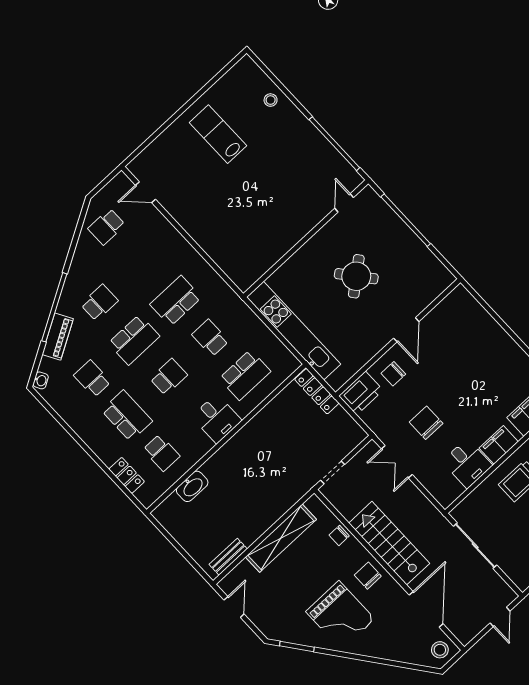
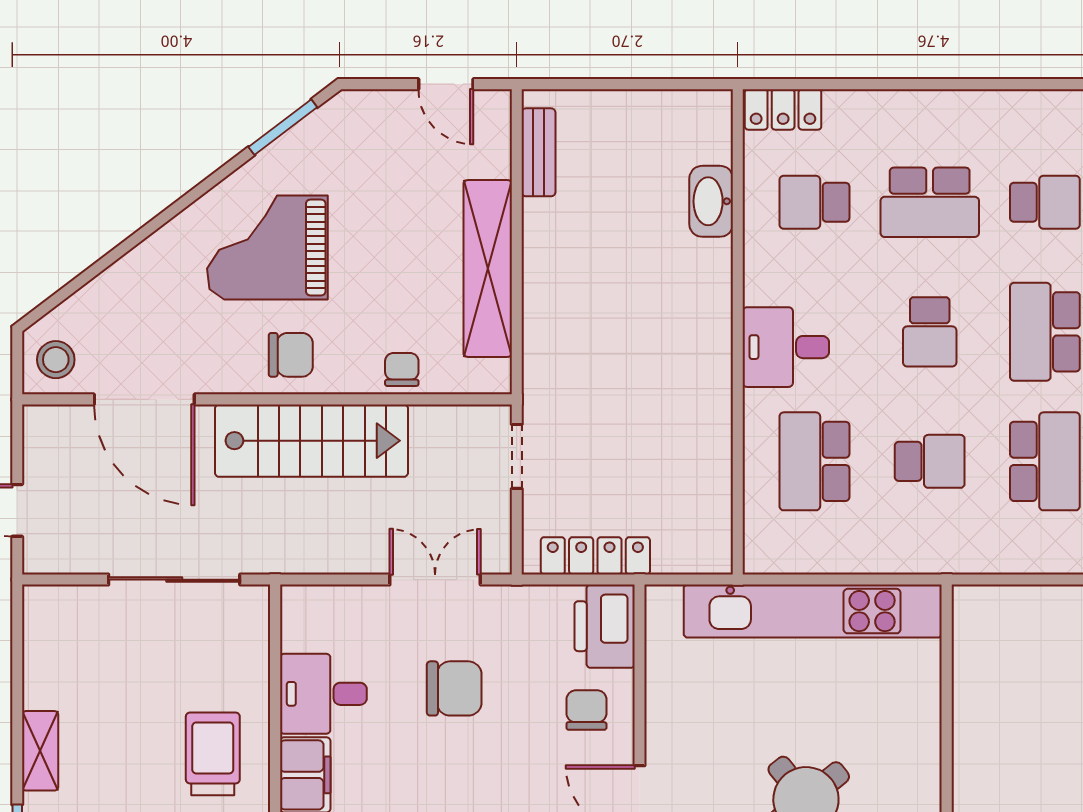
locker: (317, 391) -> (595, 556), moved
locker: (127, 475) -> (783, 109), moved

